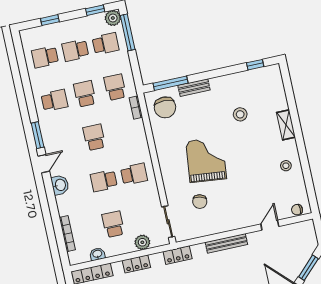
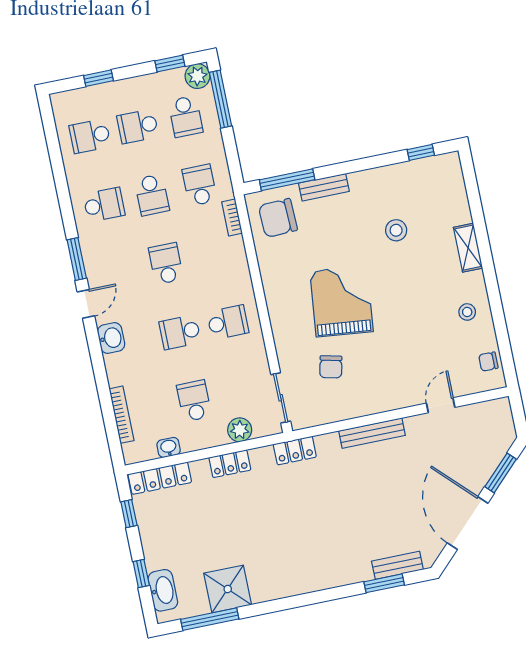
school desk: (106, 44) -> (186, 116), turned 90
school desk: (85, 94) -> (152, 195), turned 180
chair: (165, 107) -> (278, 218), turned 88
chair: (297, 210) -> (488, 362), moved

